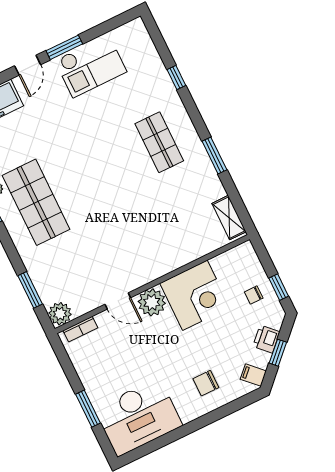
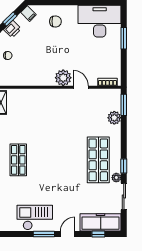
window: (30, 290) -> (124, 105), moved
corner desk: (195, 295) -> (39, 70), removed
plant: (60, 314) -> (114, 118), moved

